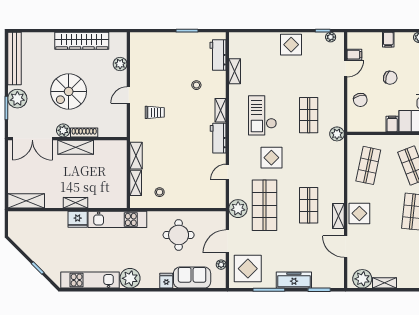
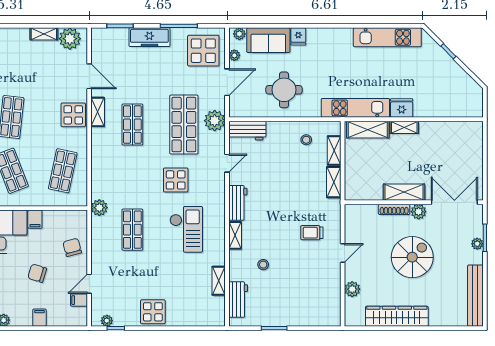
plant: (17, 99) -> (477, 244), width x0.53, depth x0.53
workbench: (210, 200) -> (247, 131), added
shelving: (26, 201) -> (368, 130), moved
plant: (130, 278) -> (239, 34), moved, width x0.53, depth x0.53

